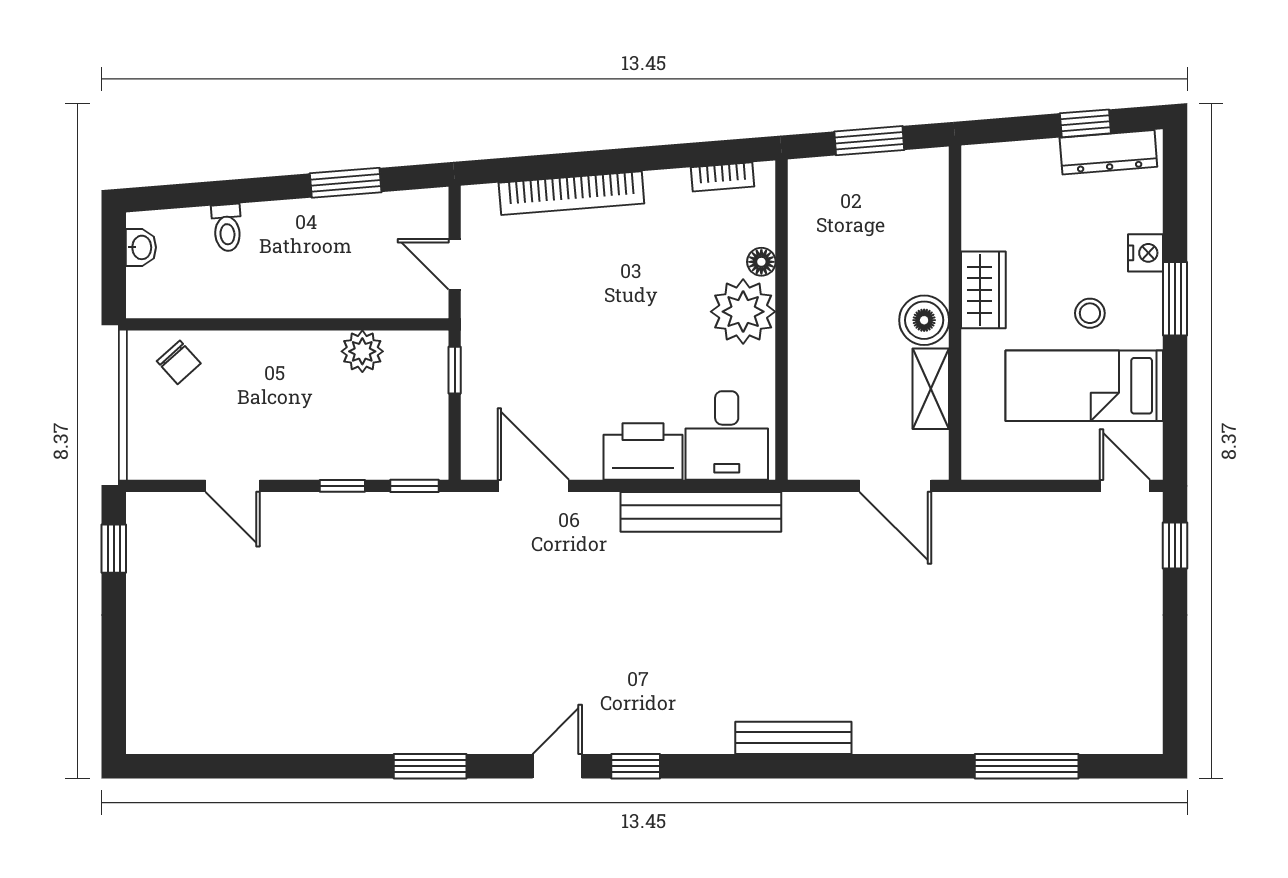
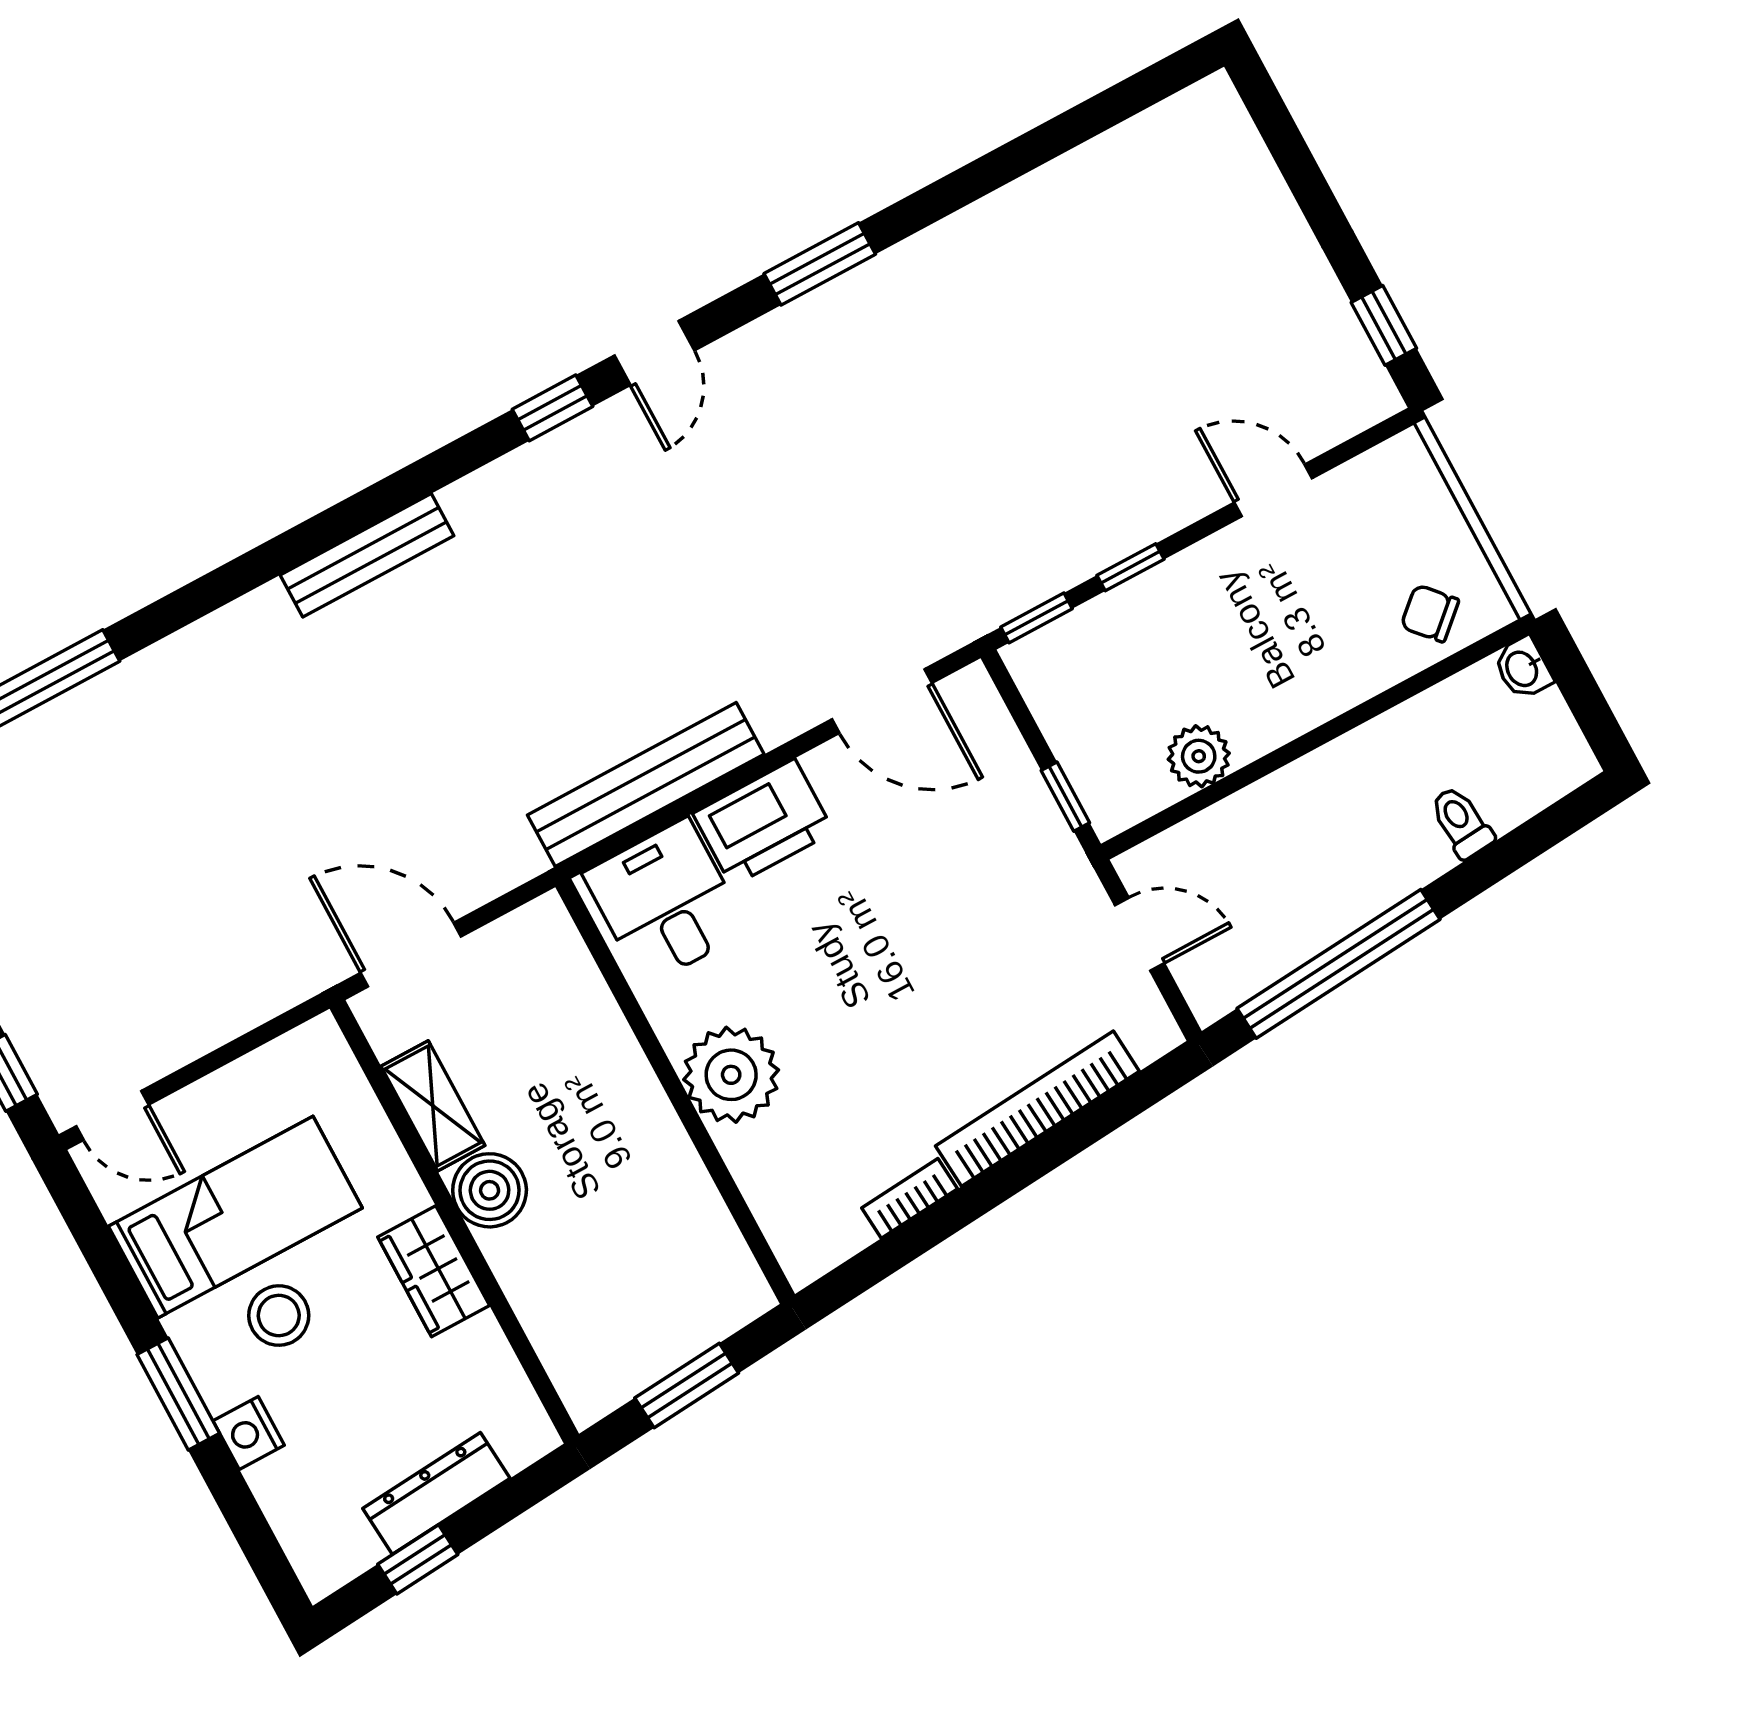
dresser: (1108, 152) -> (436, 1493), moved
bookcase: (723, 177) -> (910, 1198), moved
window: (346, 183) -> (1339, 964), width x2.11
washbasin: (141, 247) -> (1523, 668), moved
floor lamp: (761, 262) -> (742, 1152), removed
stool: (1090, 313) -> (279, 1316), width x1.37, depth x1.37

